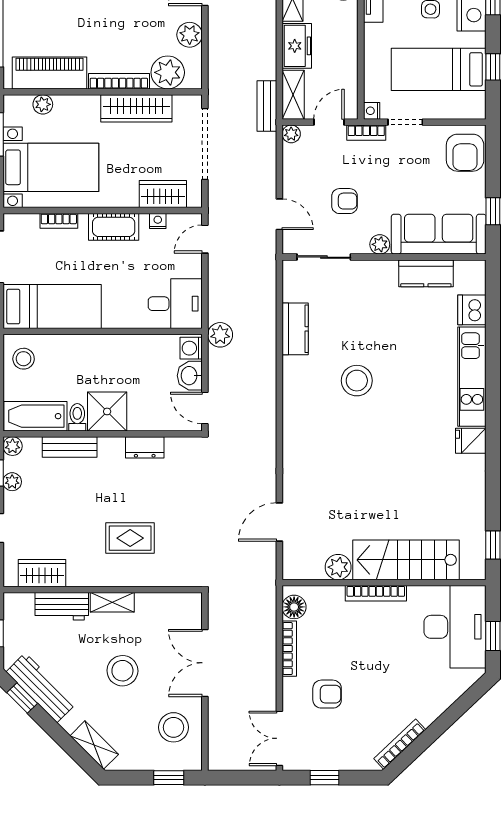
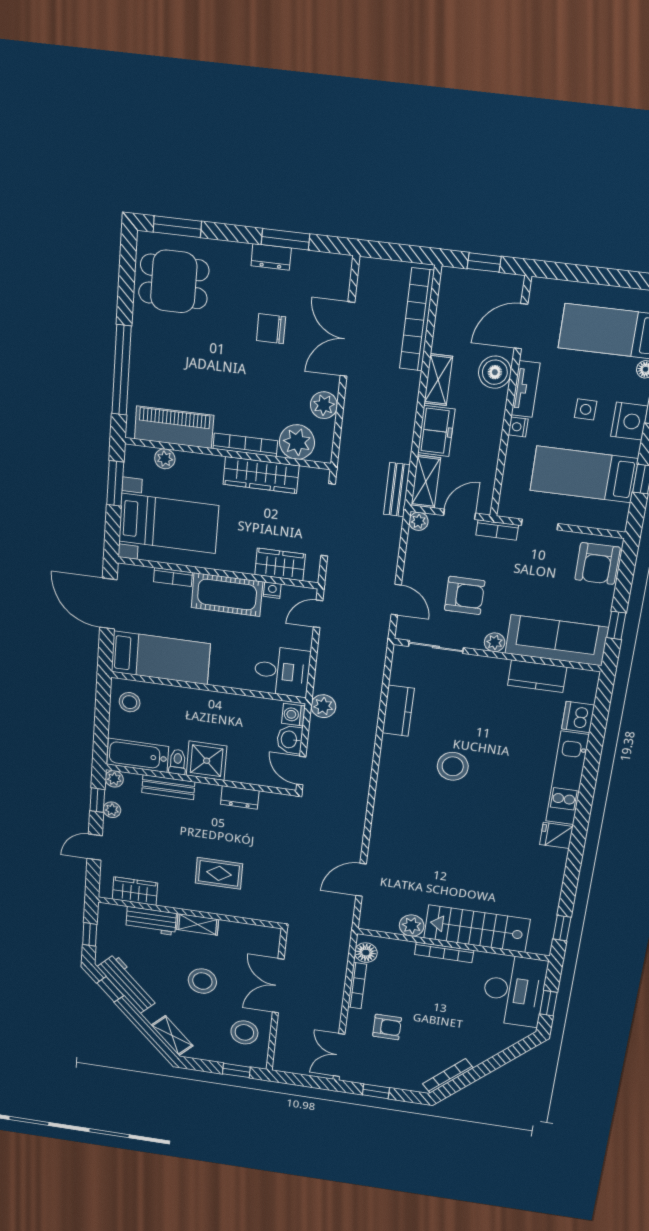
nightstand: (372, 111) -> (518, 427), moved
armchair: (345, 201) -> (465, 595), width x1.38, depth x1.38
cot: (114, 227) -> (227, 595), width x1.37, depth x1.34

